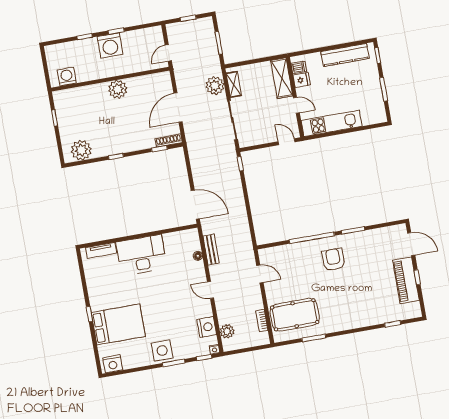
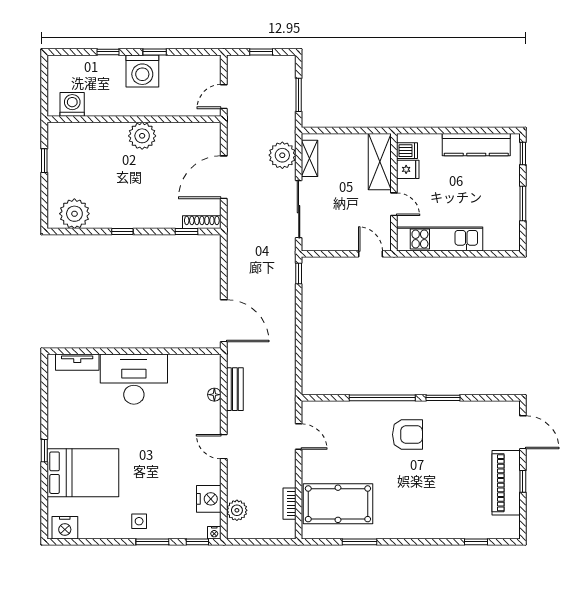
armchair: (333, 260) -> (407, 435), turned 90
side table: (162, 351) -> (139, 521), width x0.54, depth x0.54

